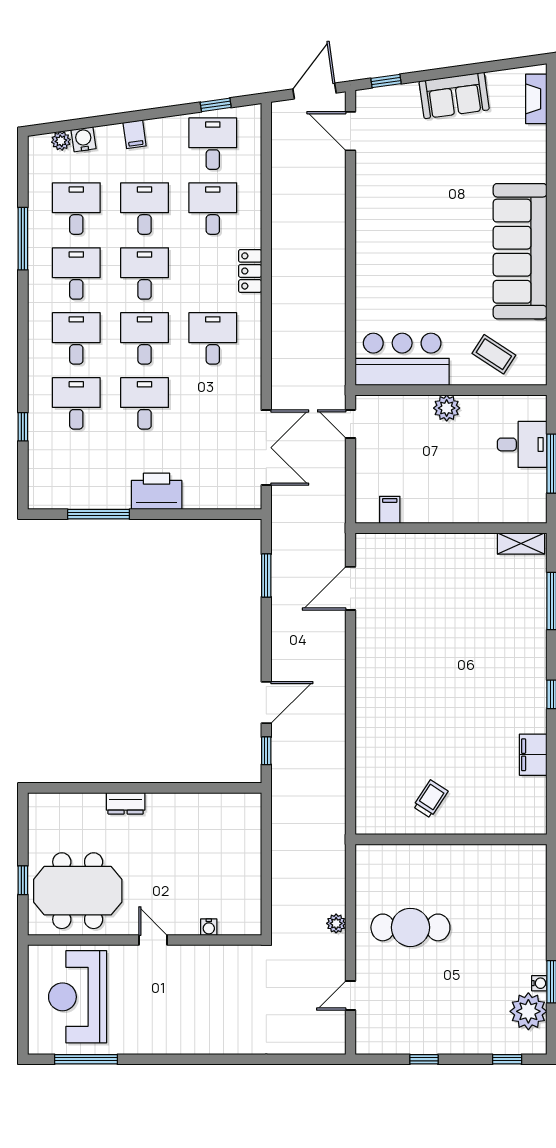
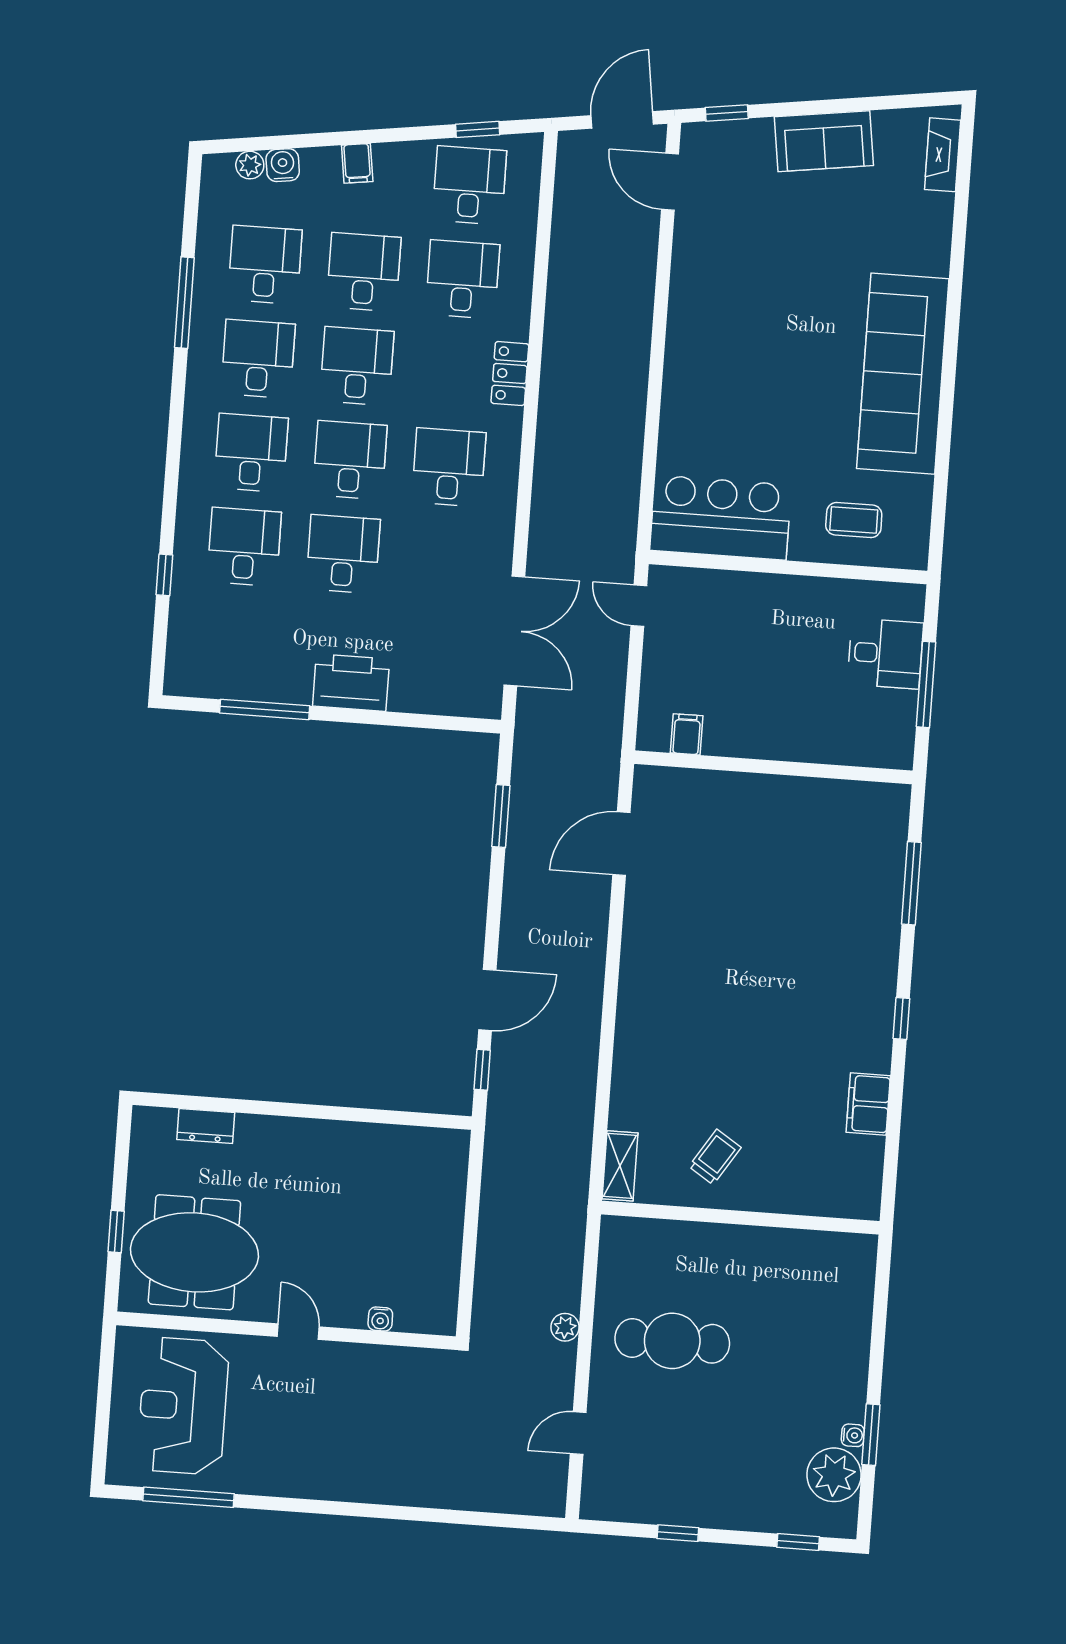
coffee table: (494, 354) -> (854, 520), turned -33
plant: (447, 408) -> (780, 593), removed
shelving: (521, 543) -> (620, 1166), moved, turned 90
dresser: (126, 803) -> (206, 1126), moved

